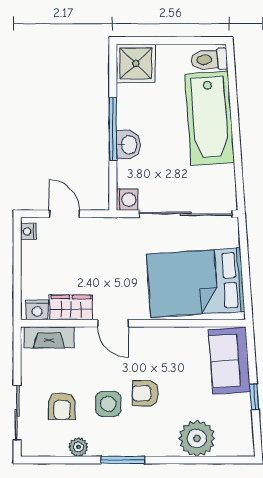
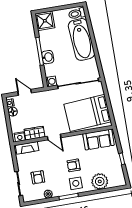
floor lamp: (31, 252) -> (13, 112), added
sofa: (229, 361) -> (98, 140), moved, turned -86
side table: (108, 404) -> (76, 183), moved

